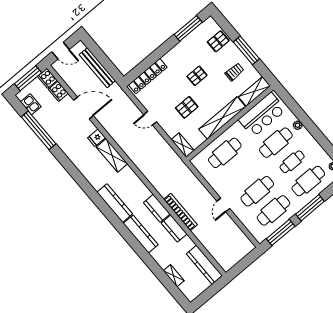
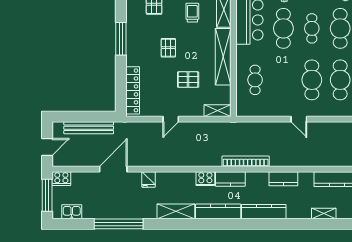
window: (188, 28) -> (121, 39), moved
cooker: (58, 91) -> (205, 179), moved
pallet: (187, 107) -> (188, 80), turned 90
window: (39, 130) -> (119, 224), moved
cafe table: (225, 153) -> (255, 80), width x0.73, depth x0.74
shelving: (112, 155) -> (176, 211), moved
kitchen counter: (157, 208) -> (230, 179), moved
bookcase: (180, 212) -> (246, 161), moved

